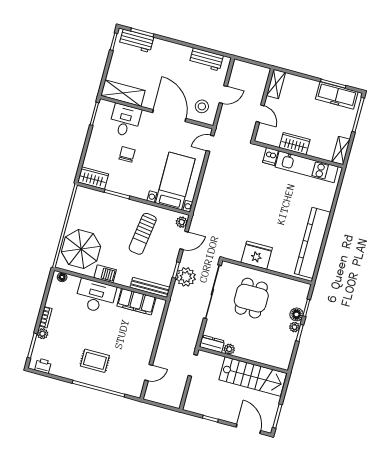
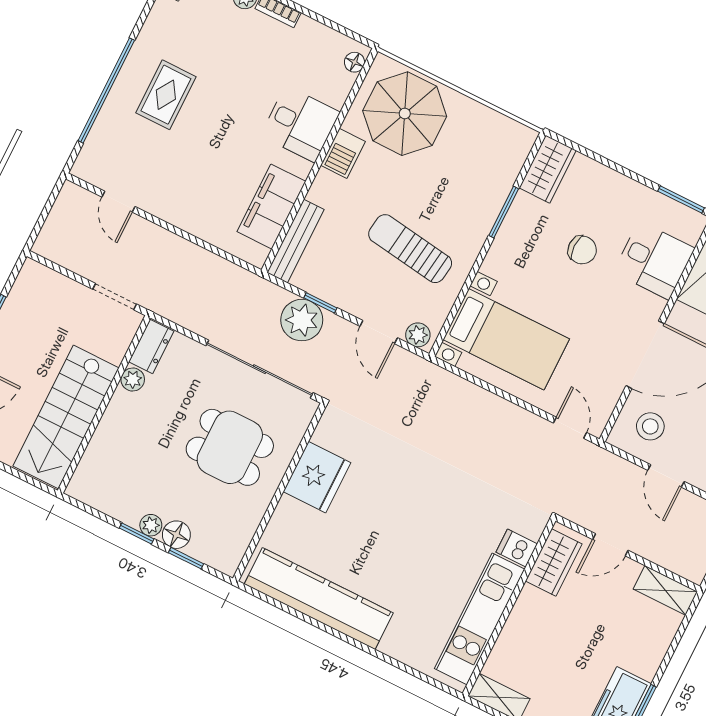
wardrobe: (295, 144) -> (554, 563), moved
desk: (96, 296) -> (300, 124), width x0.73

